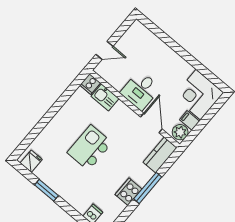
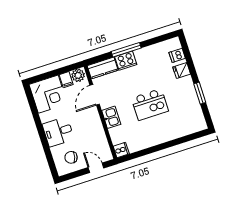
chair: (136, 45) -> (71, 157), added
desk: (140, 90) -> (58, 132), moved, turned 180
kitchen sink: (105, 97) -> (111, 117), moved
fridge: (31, 161) -> (182, 71), moved
cooker: (129, 192) -> (126, 61), moved

